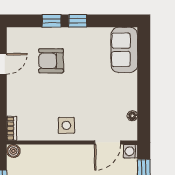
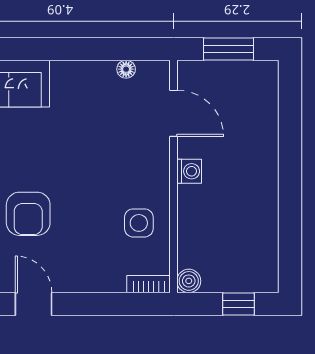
side table: (66, 125) -> (139, 223), moved
washing machine: (131, 151) -> (189, 171), moved, turned -90

